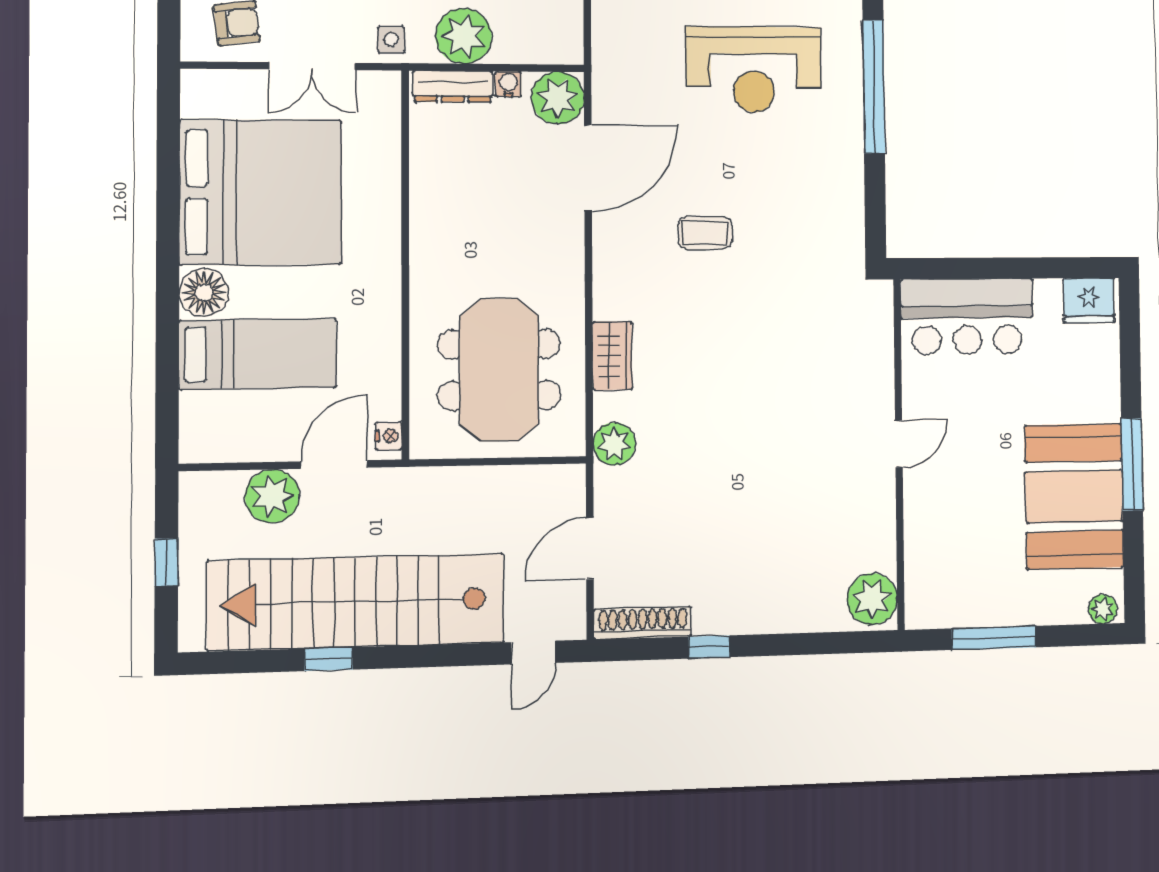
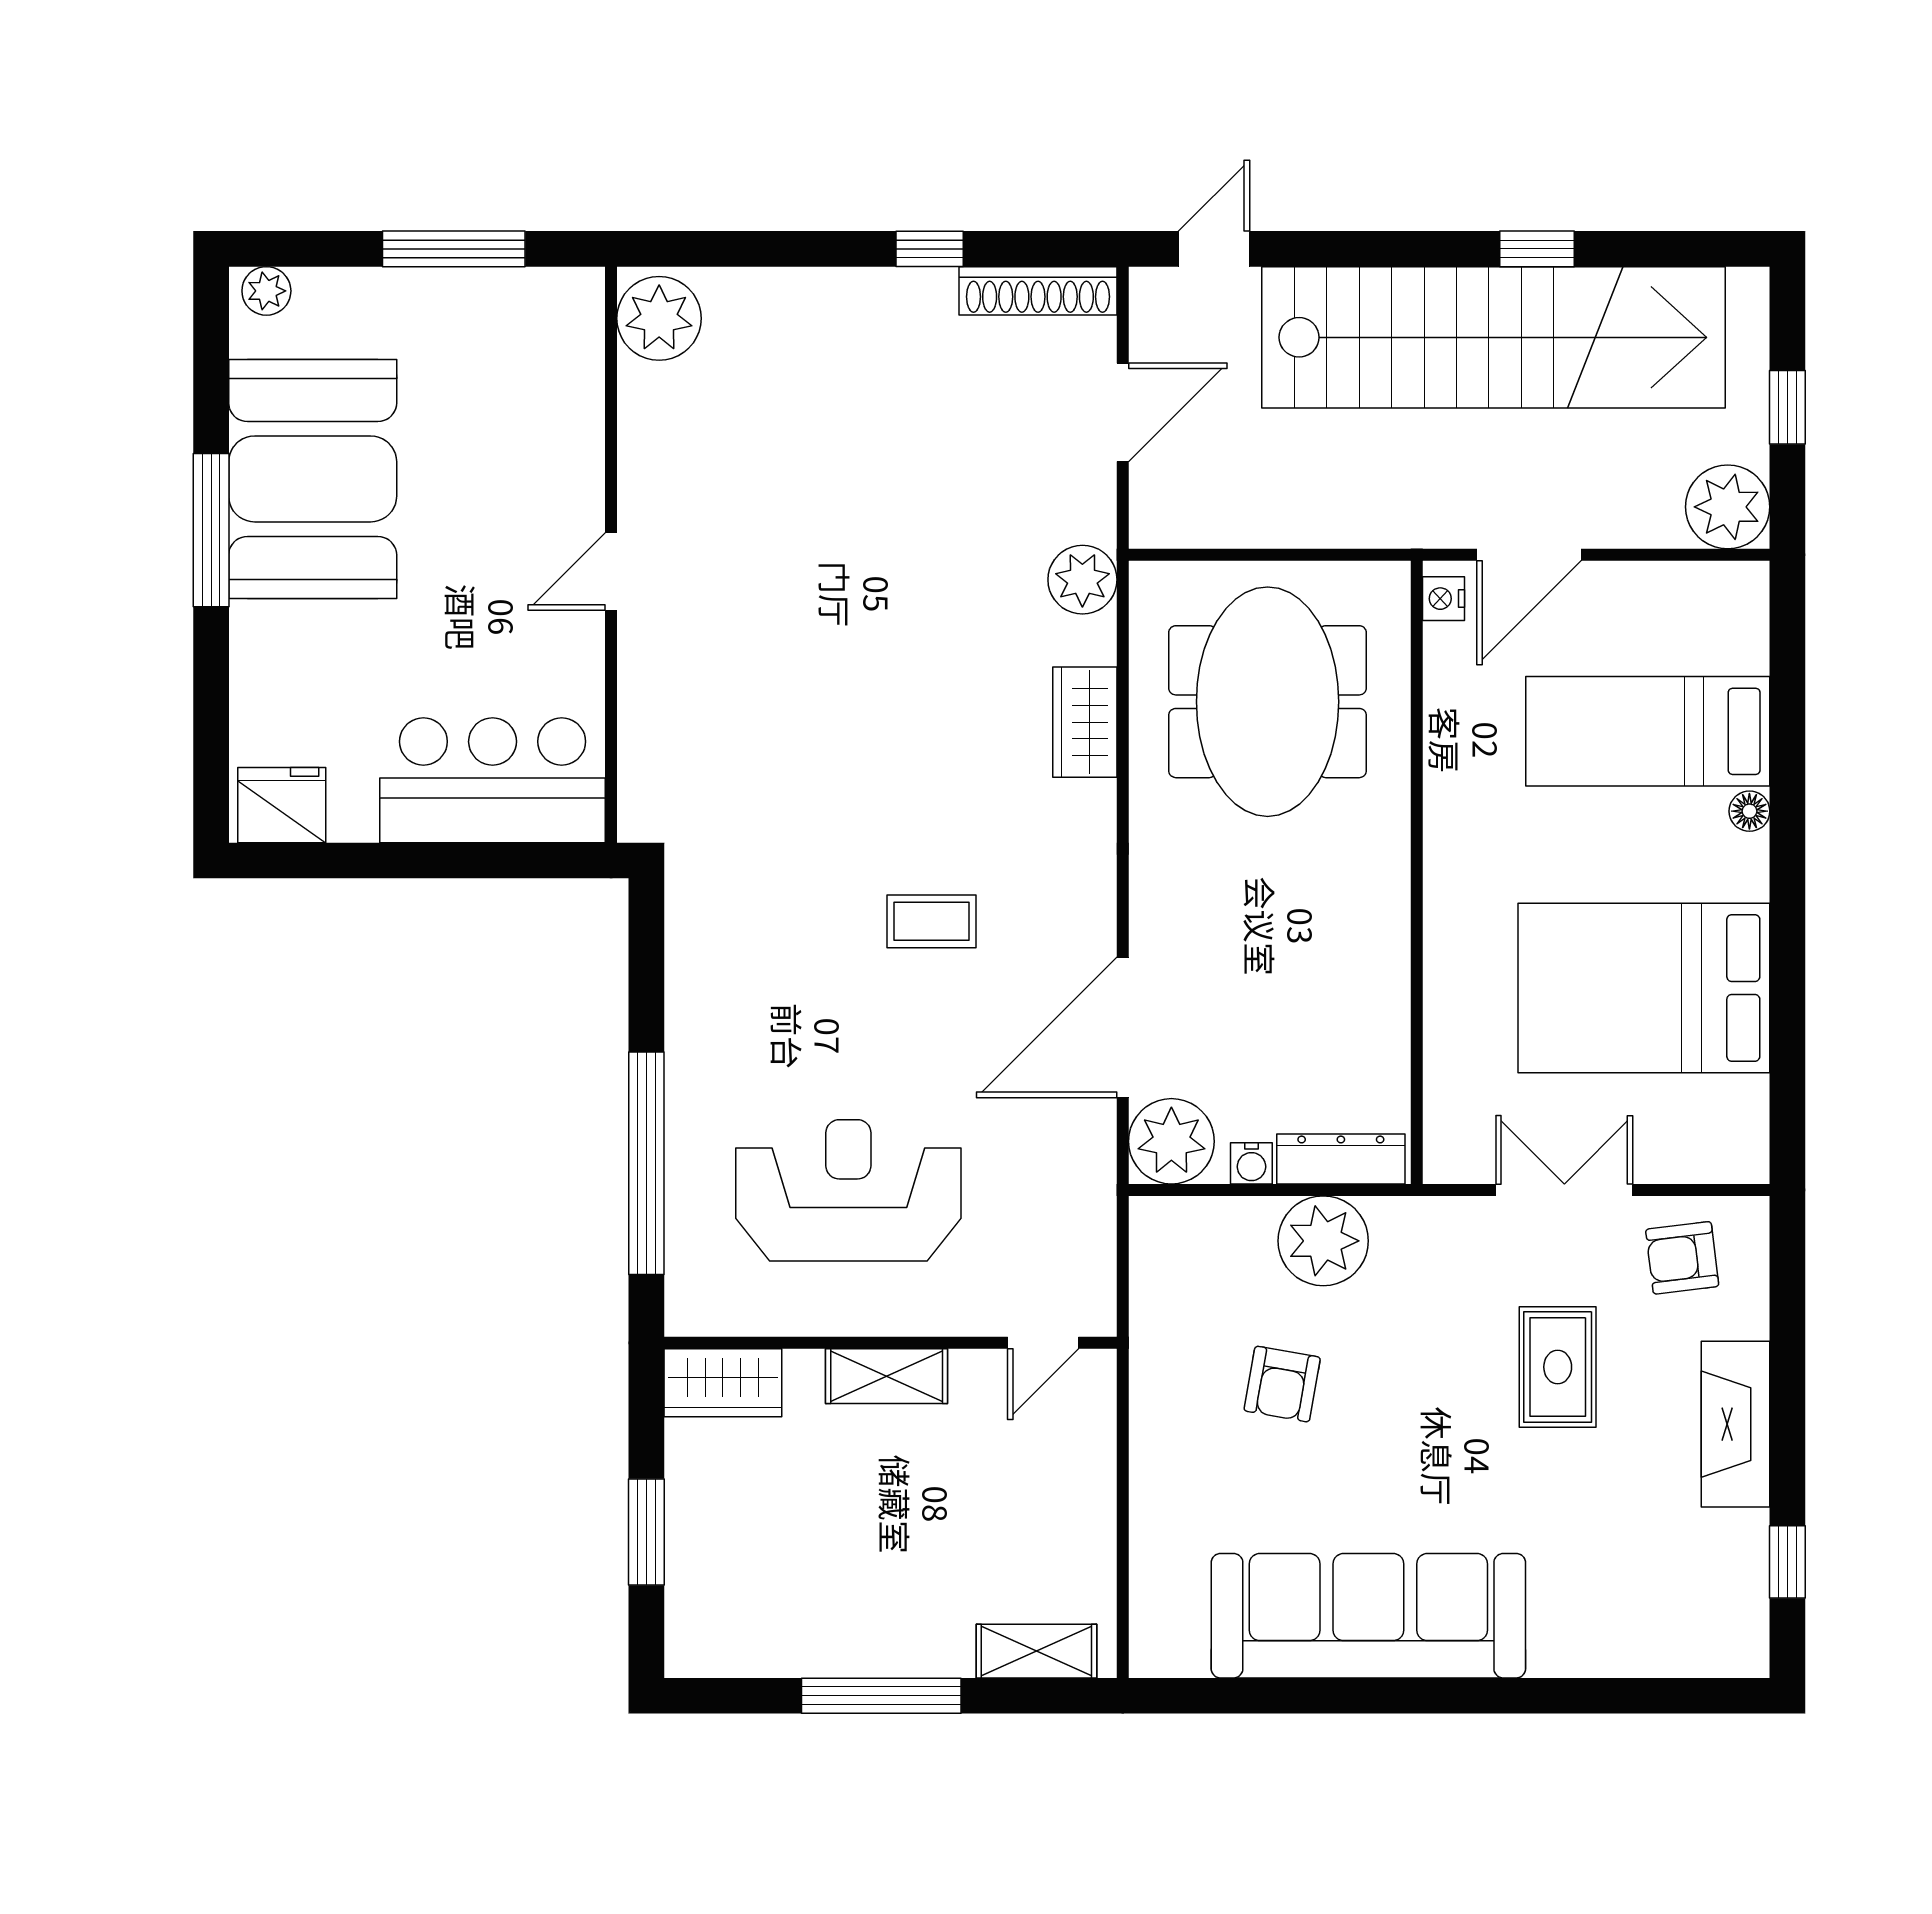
side table: (391, 40) -> (1439, 1234), removed
bed: (261, 192) -> (1644, 988), width x0.73
floor lamp: (204, 293) -> (1749, 811), width x0.53, depth x0.53
plant: (272, 496) -> (1728, 507), moved

